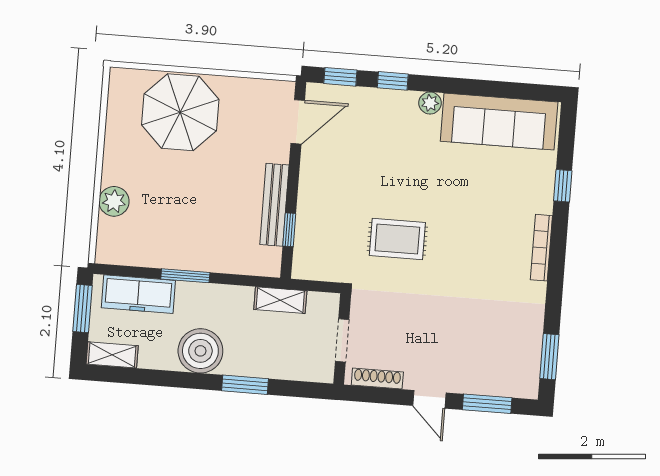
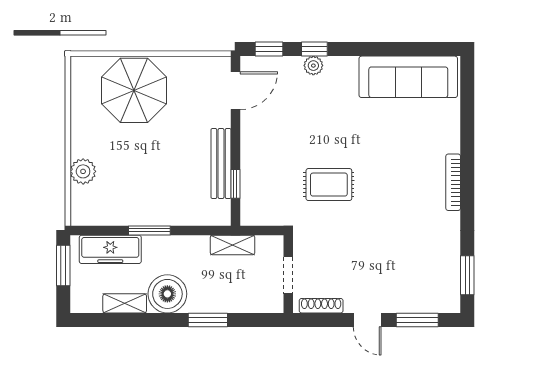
plant: (430, 103) -> (313, 66), moved
window: (563, 186) -> (467, 128), removed
shelving: (112, 355) -> (125, 303), moved

